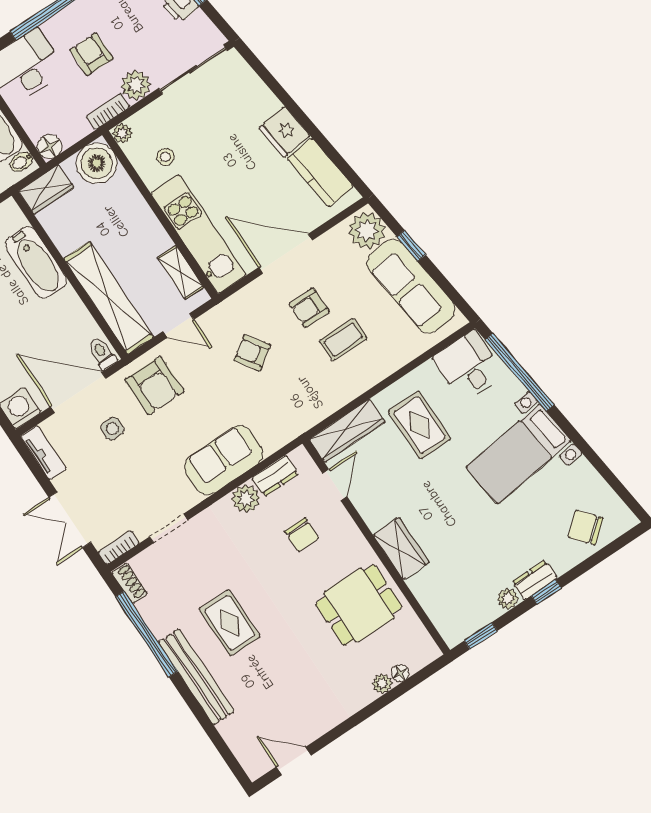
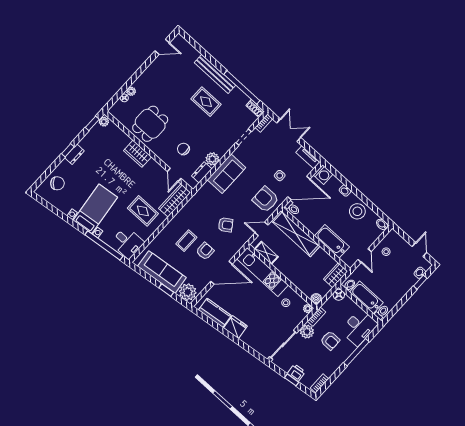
boiler: (97, 163) -> (316, 299), width x0.54, depth x0.54
plant: (508, 599) -> (104, 122), moved

